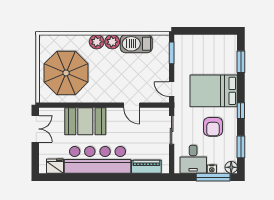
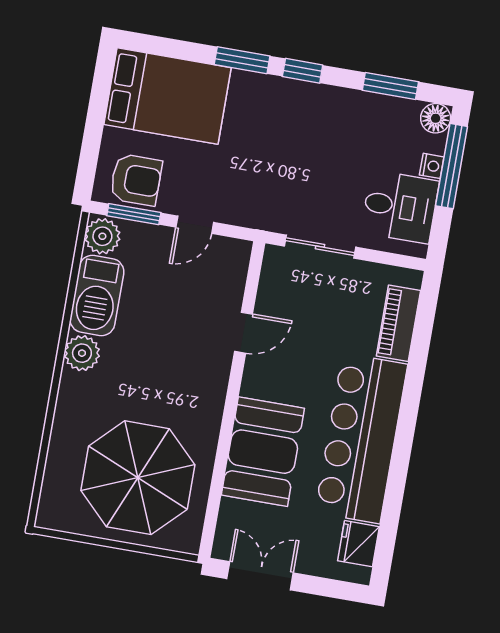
plant: (97, 42) -> (102, 236), moved
window: (241, 62) -> (242, 60), moved
door: (172, 89) -> (195, 225), moved
bed: (214, 91) -> (168, 96), moved, turned -90
armchair: (213, 127) -> (136, 180), moved

